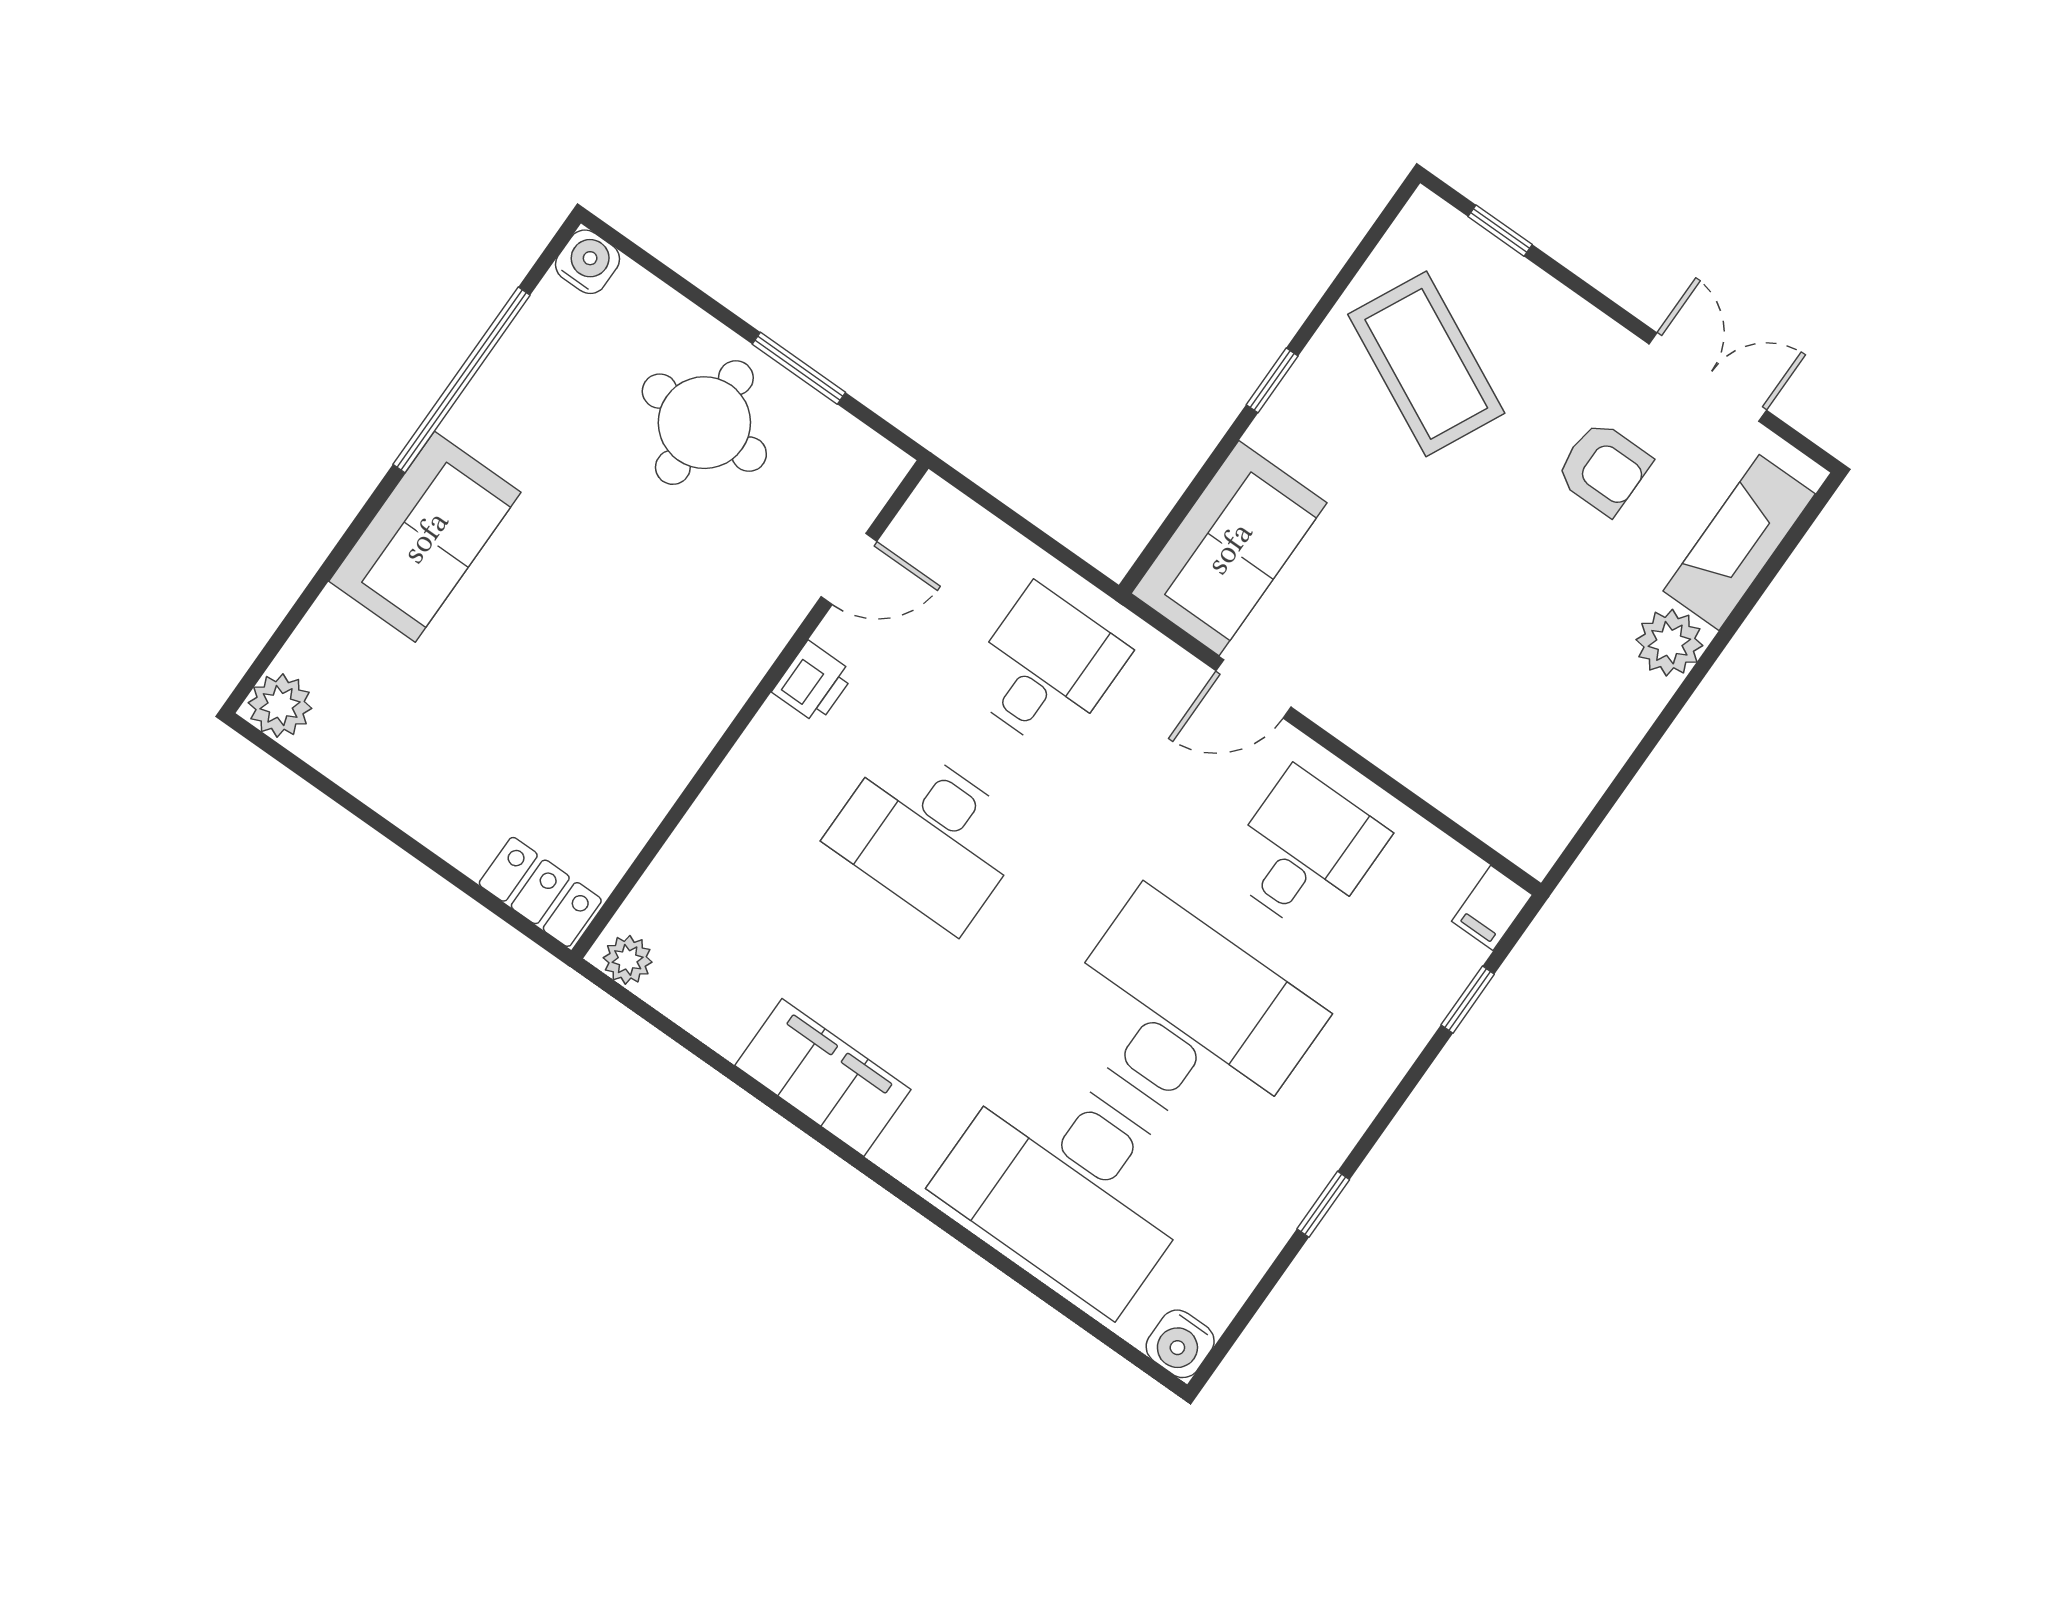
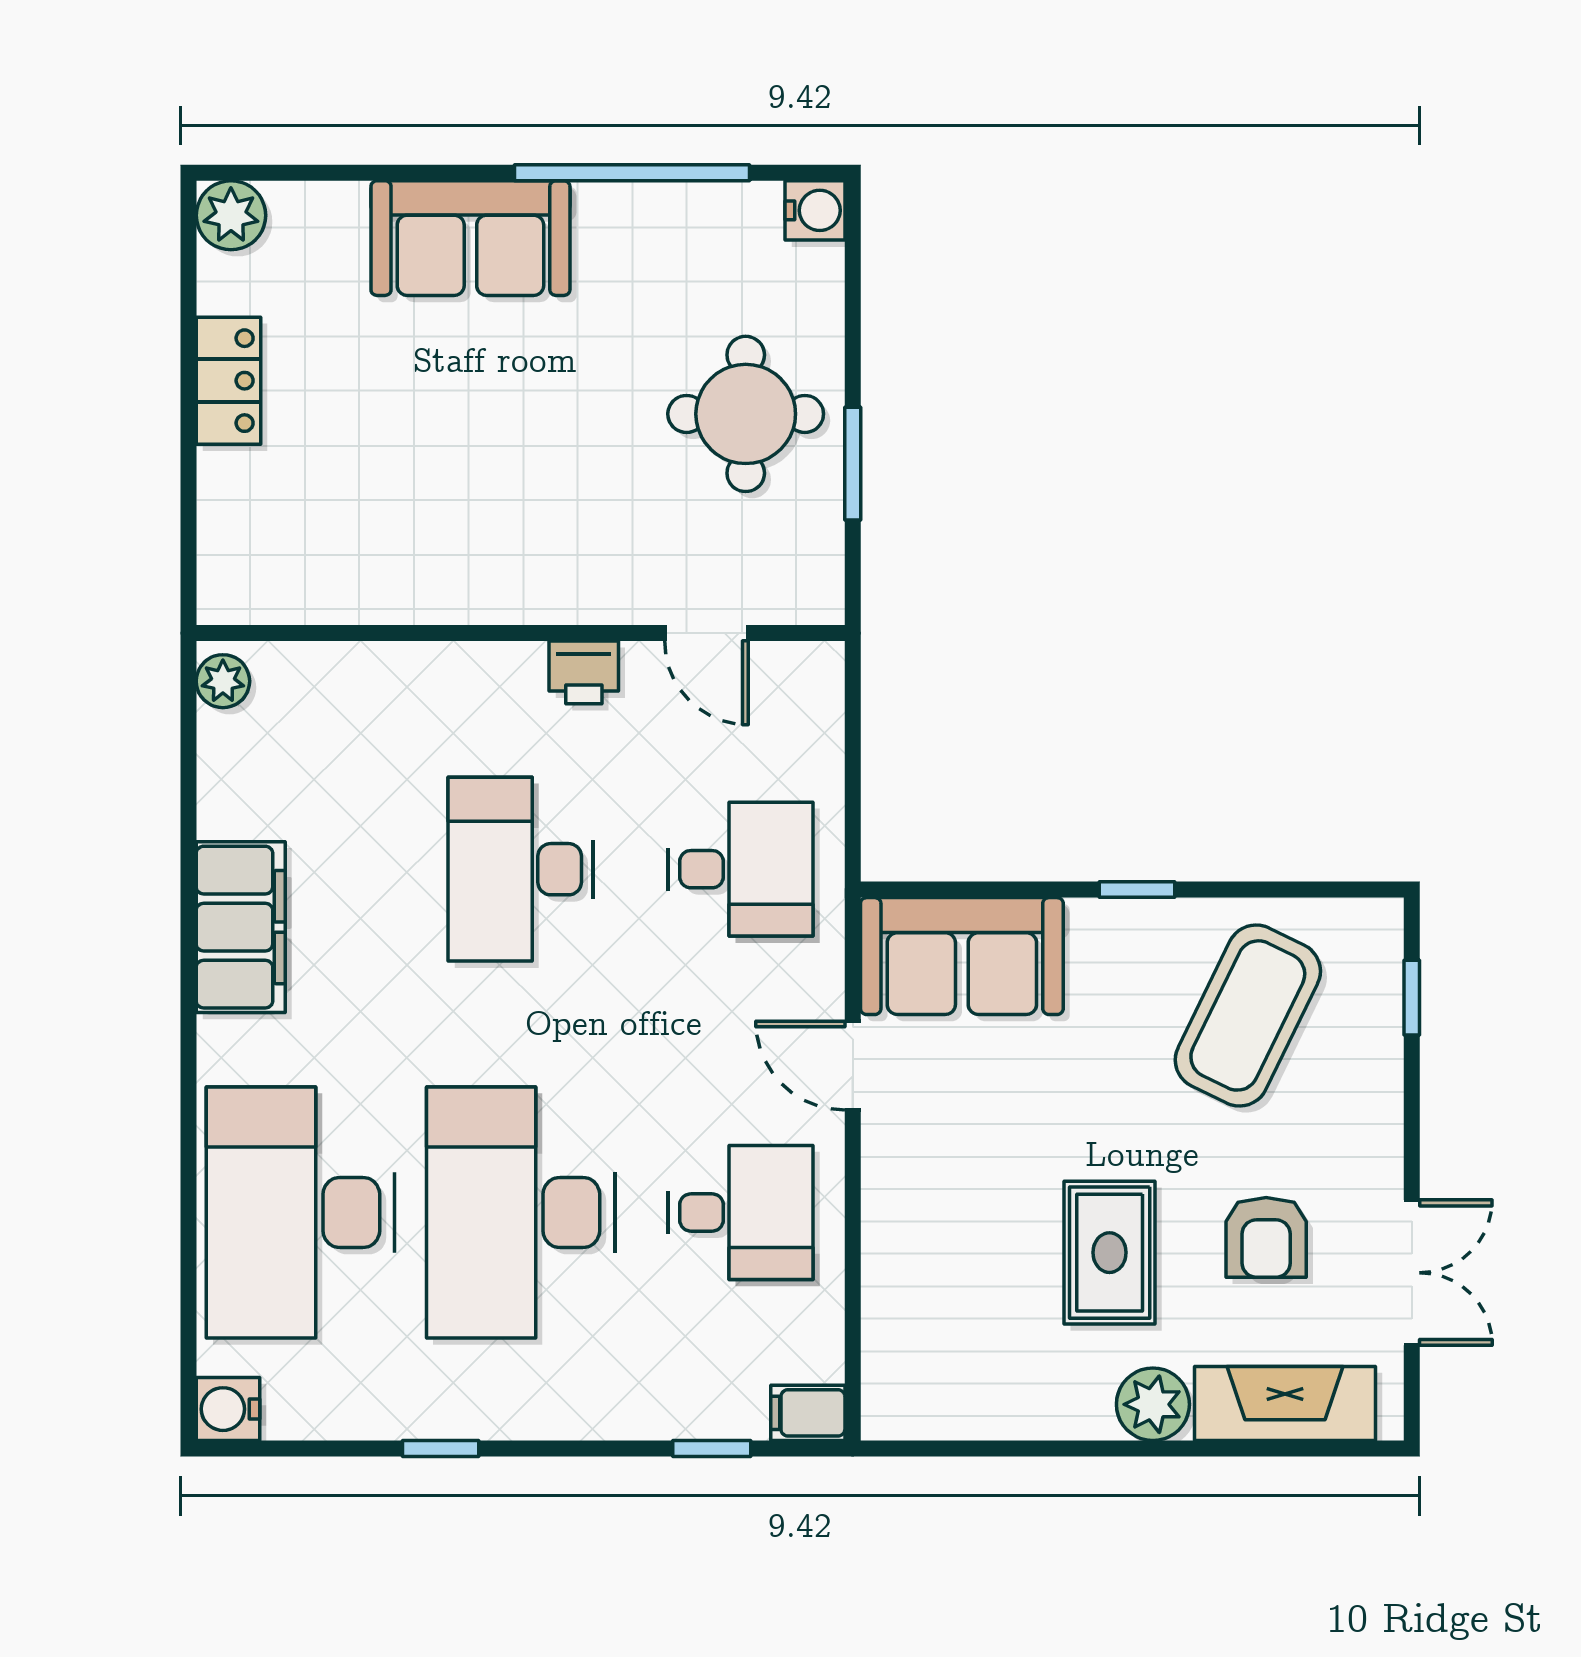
rug: (1532, 595) -> (1110, 1253), added
locker: (540, 892) -> (228, 381), moved
desk: (1188, 1018) -> (521, 1212), turned 180

